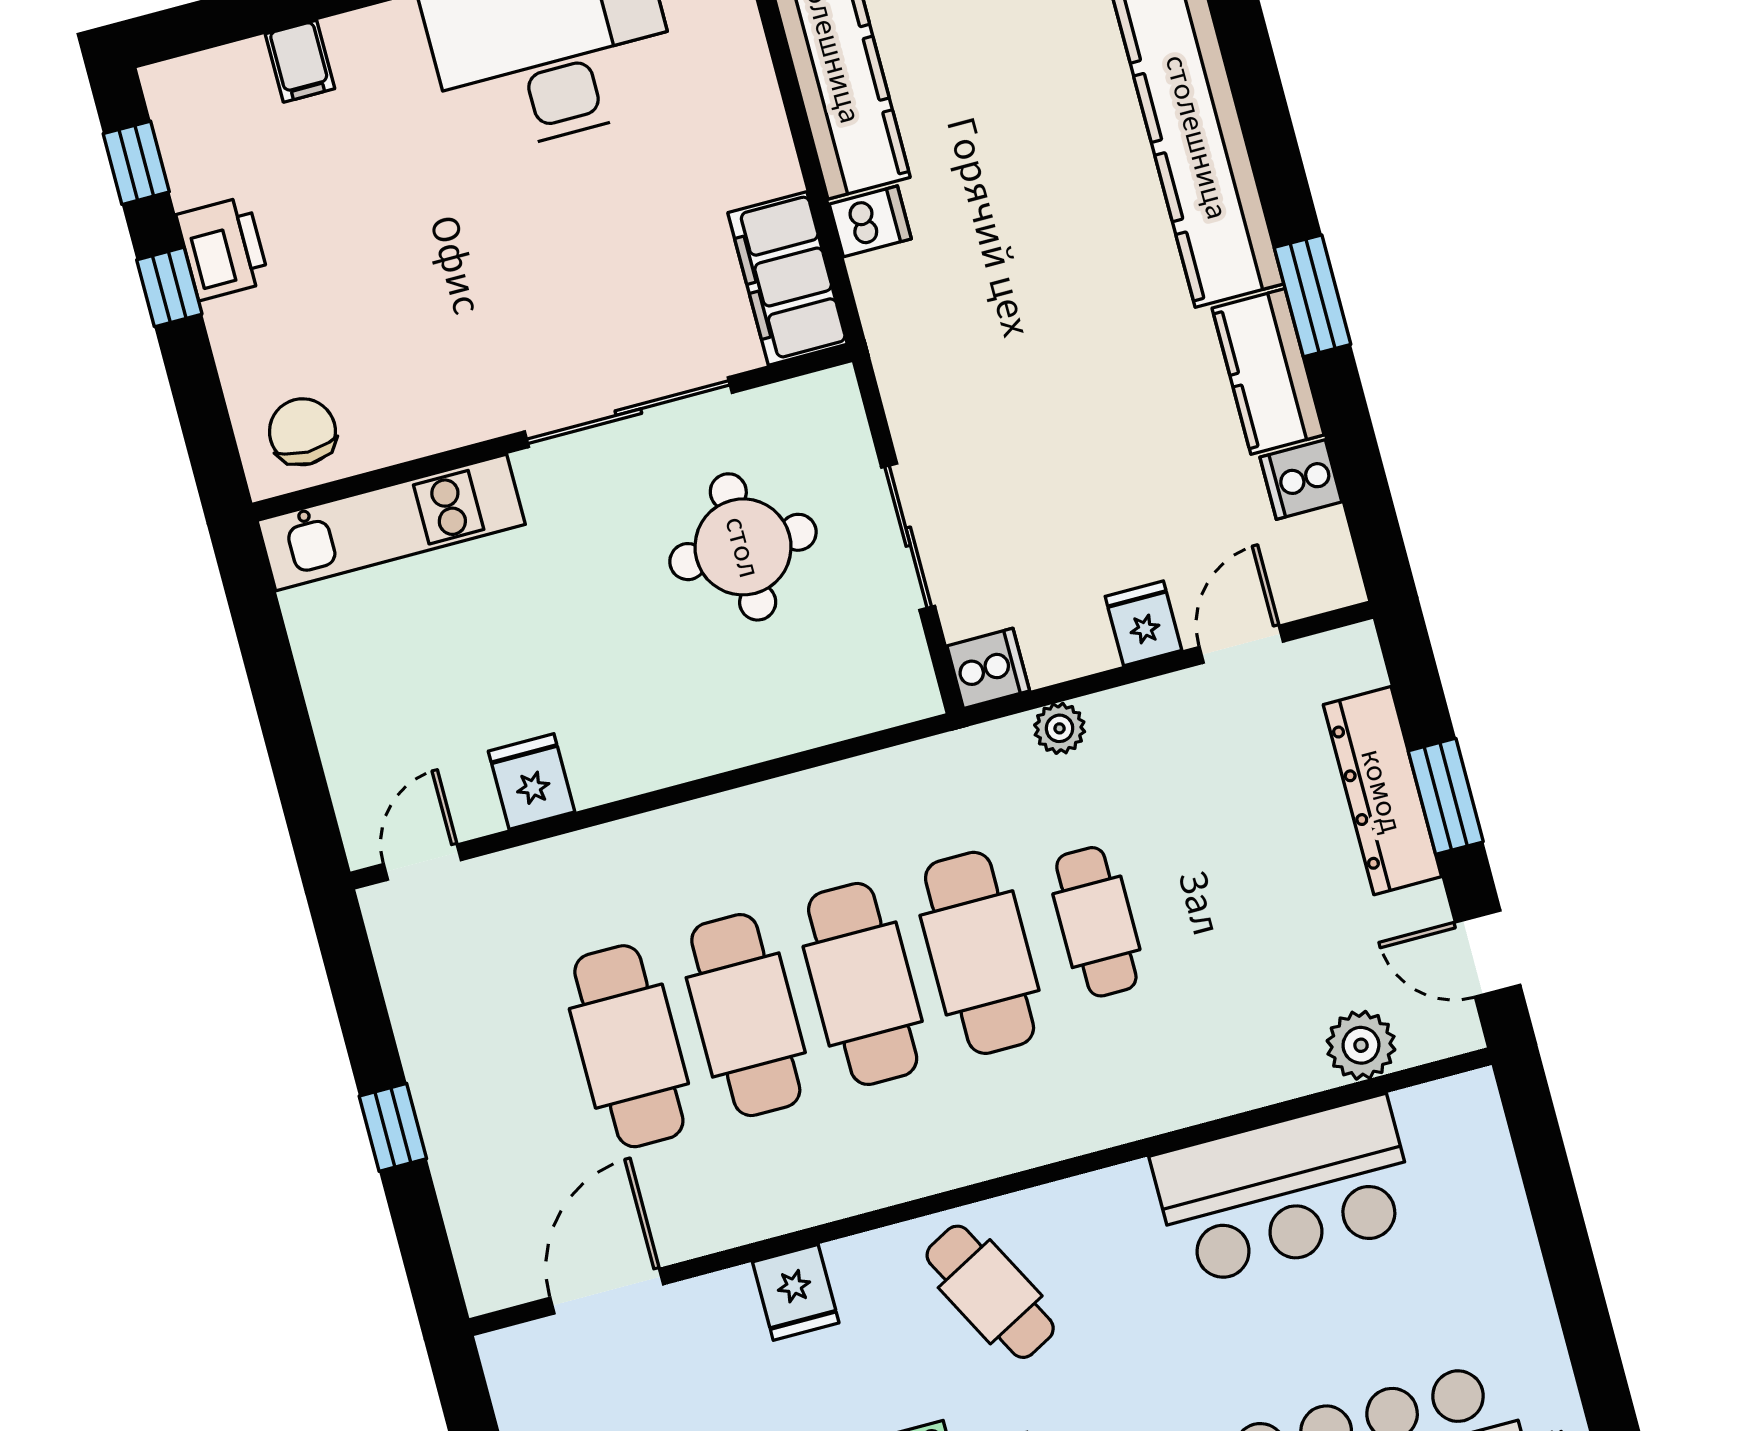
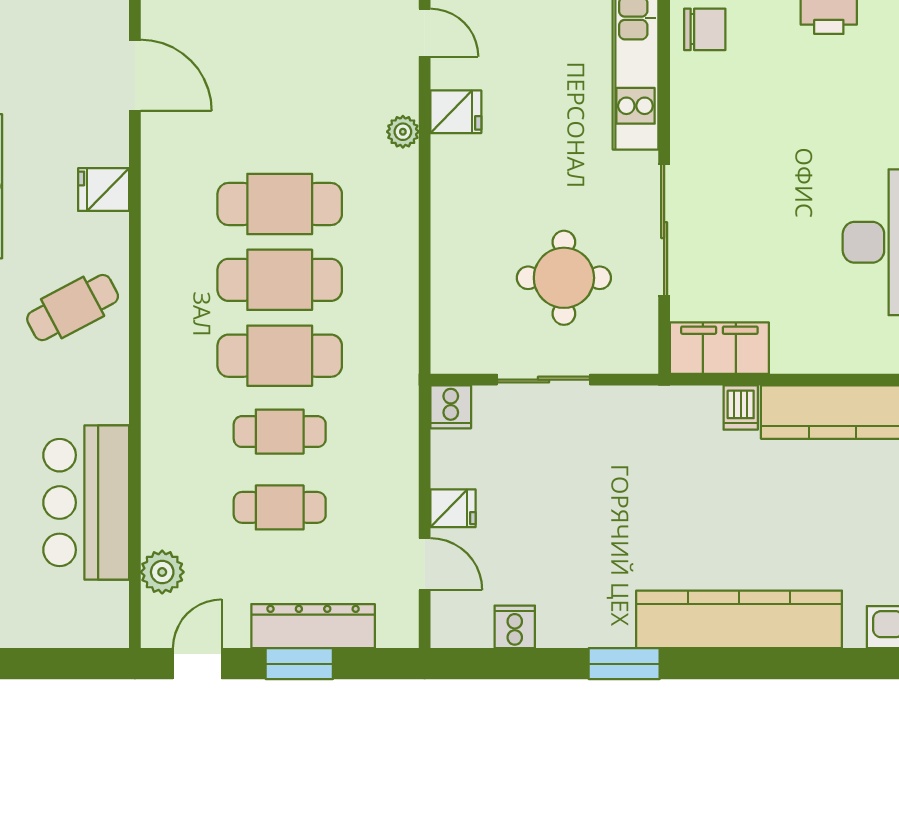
kitchen counter: (1268, 371) -> (586, 624), removed
plant: (1060, 728) -> (403, 132), moved
cafe table: (629, 1046) -> (280, 507), moved, width x0.73, depth x0.74

